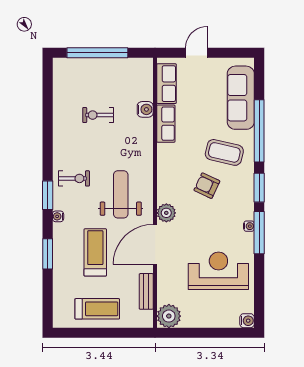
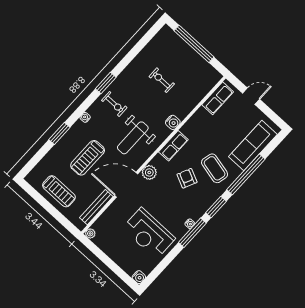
water cooler: (145, 109) -> (173, 122), moved
row of seats: (166, 124) -> (173, 146), moved
weight bench: (121, 194) -> (133, 138), turned 180
window: (48, 195) -> (106, 83), moved
treadmill: (95, 252) -> (88, 158), turned 180
reception desk: (218, 271) -> (149, 233), turned 180
bench: (146, 291) -> (96, 207), width x1.36
plant: (169, 316) -> (90, 233), width x0.53, depth x0.53

